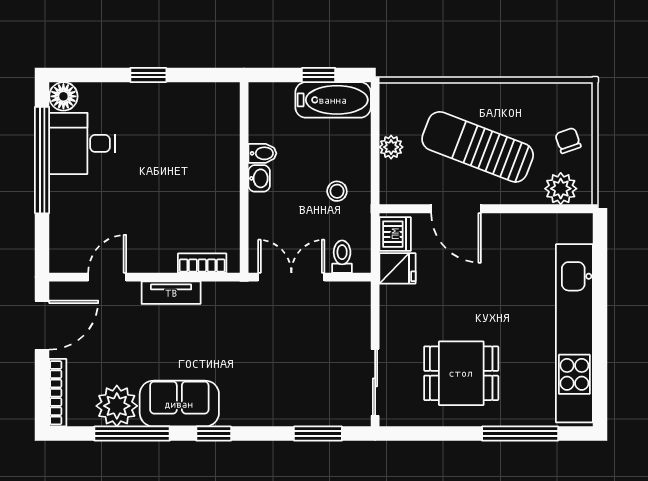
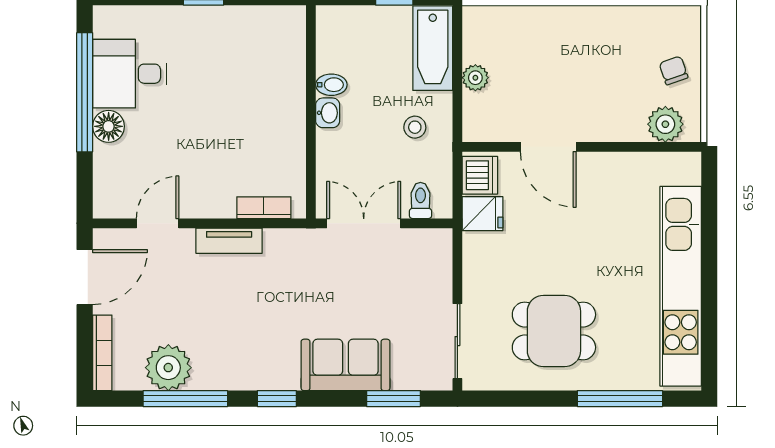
floor lamp: (63, 96) -> (109, 126), moved
bathtub: (333, 100) -> (433, 48), moved, turned 90
sun lounger: (478, 147) -> (572, 78), removed
sofa: (179, 404) -> (346, 365), moved

